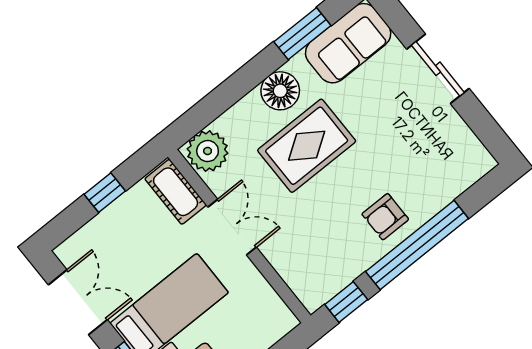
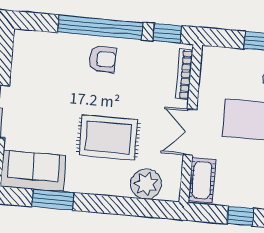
floor lamp: (280, 91) -> (94, 180), removed
plant: (208, 151) -> (146, 184), moved
bookcase: (291, 278) -> (184, 74), added

